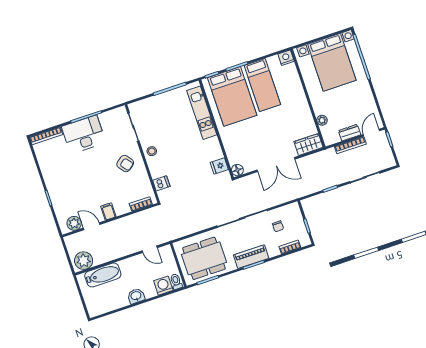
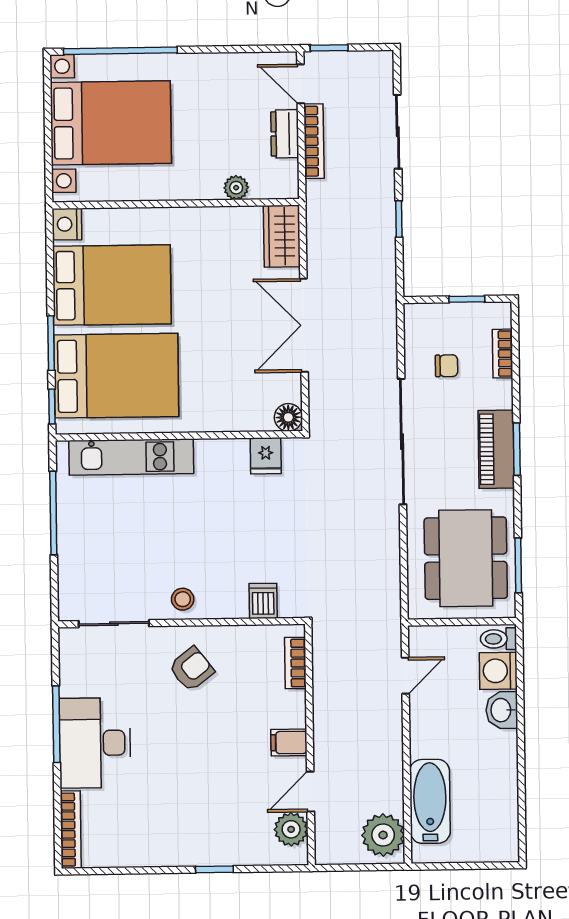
bed: (262, 85) -> (112, 285), width x1.50
double door: (276, 165) -> (304, 325), swing flipped
washbasin: (136, 296) -> (502, 710), moved

